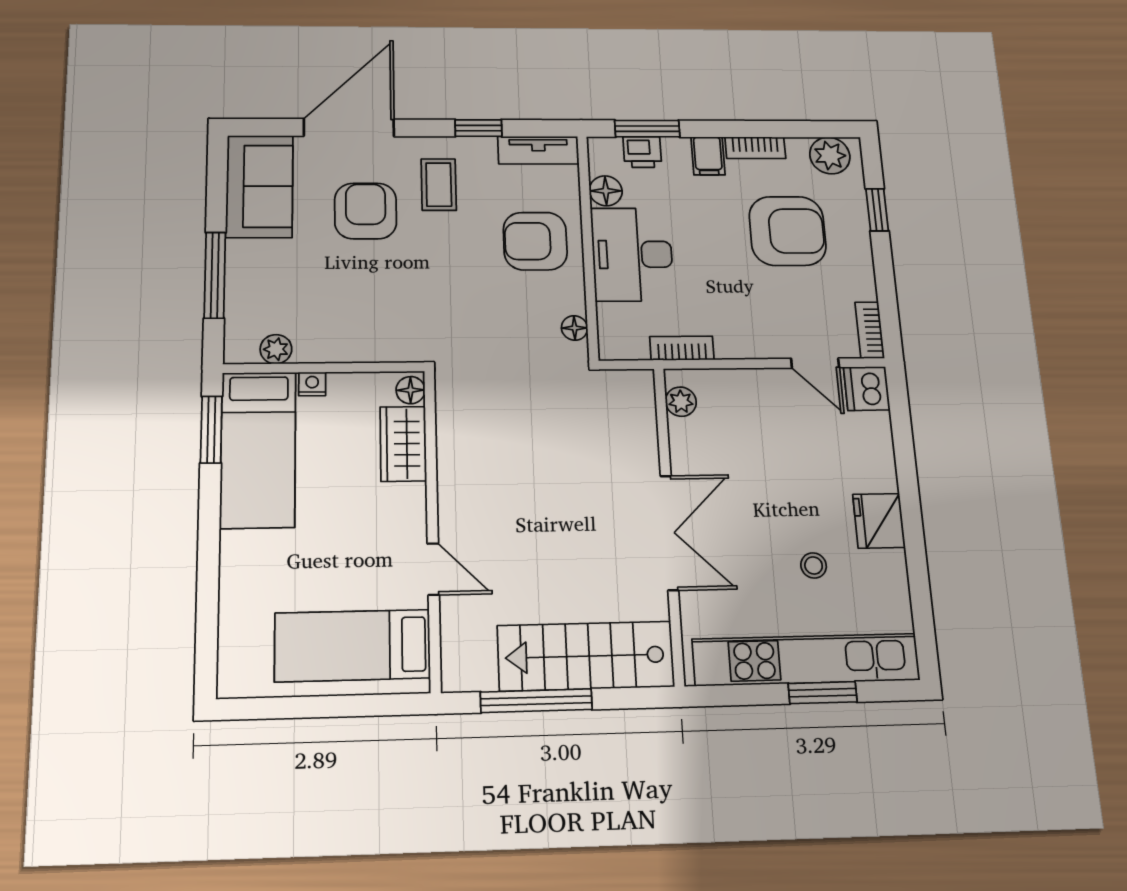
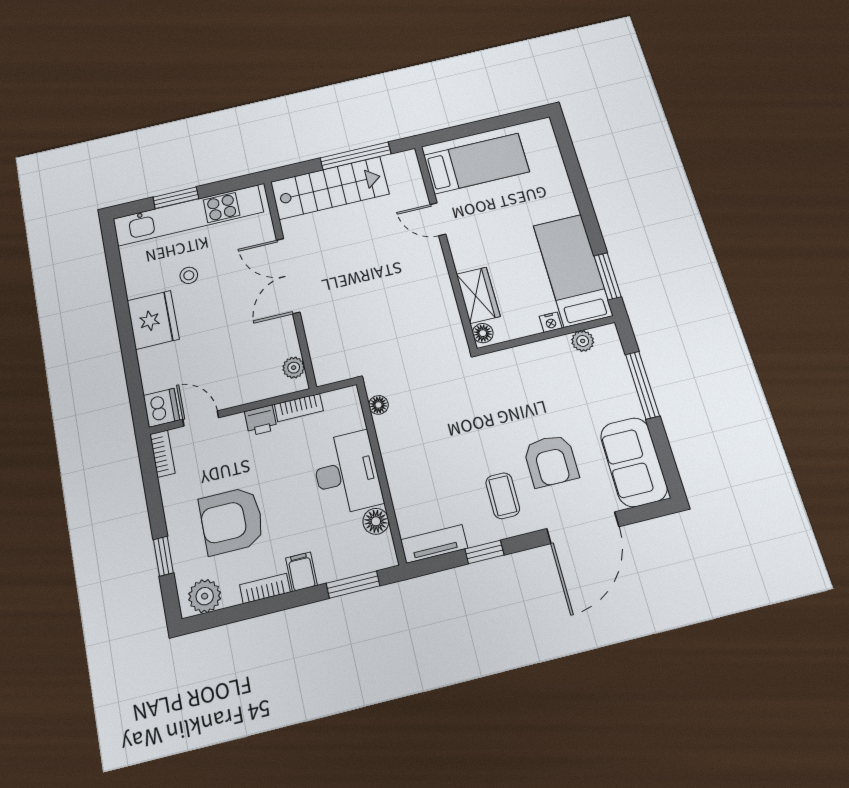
printer: (642, 152) -> (261, 420), moved, turned 180
armchair: (535, 241) -> (421, 466), removed
fridge: (879, 521) -> (153, 320), width x1.36, depth x1.34

